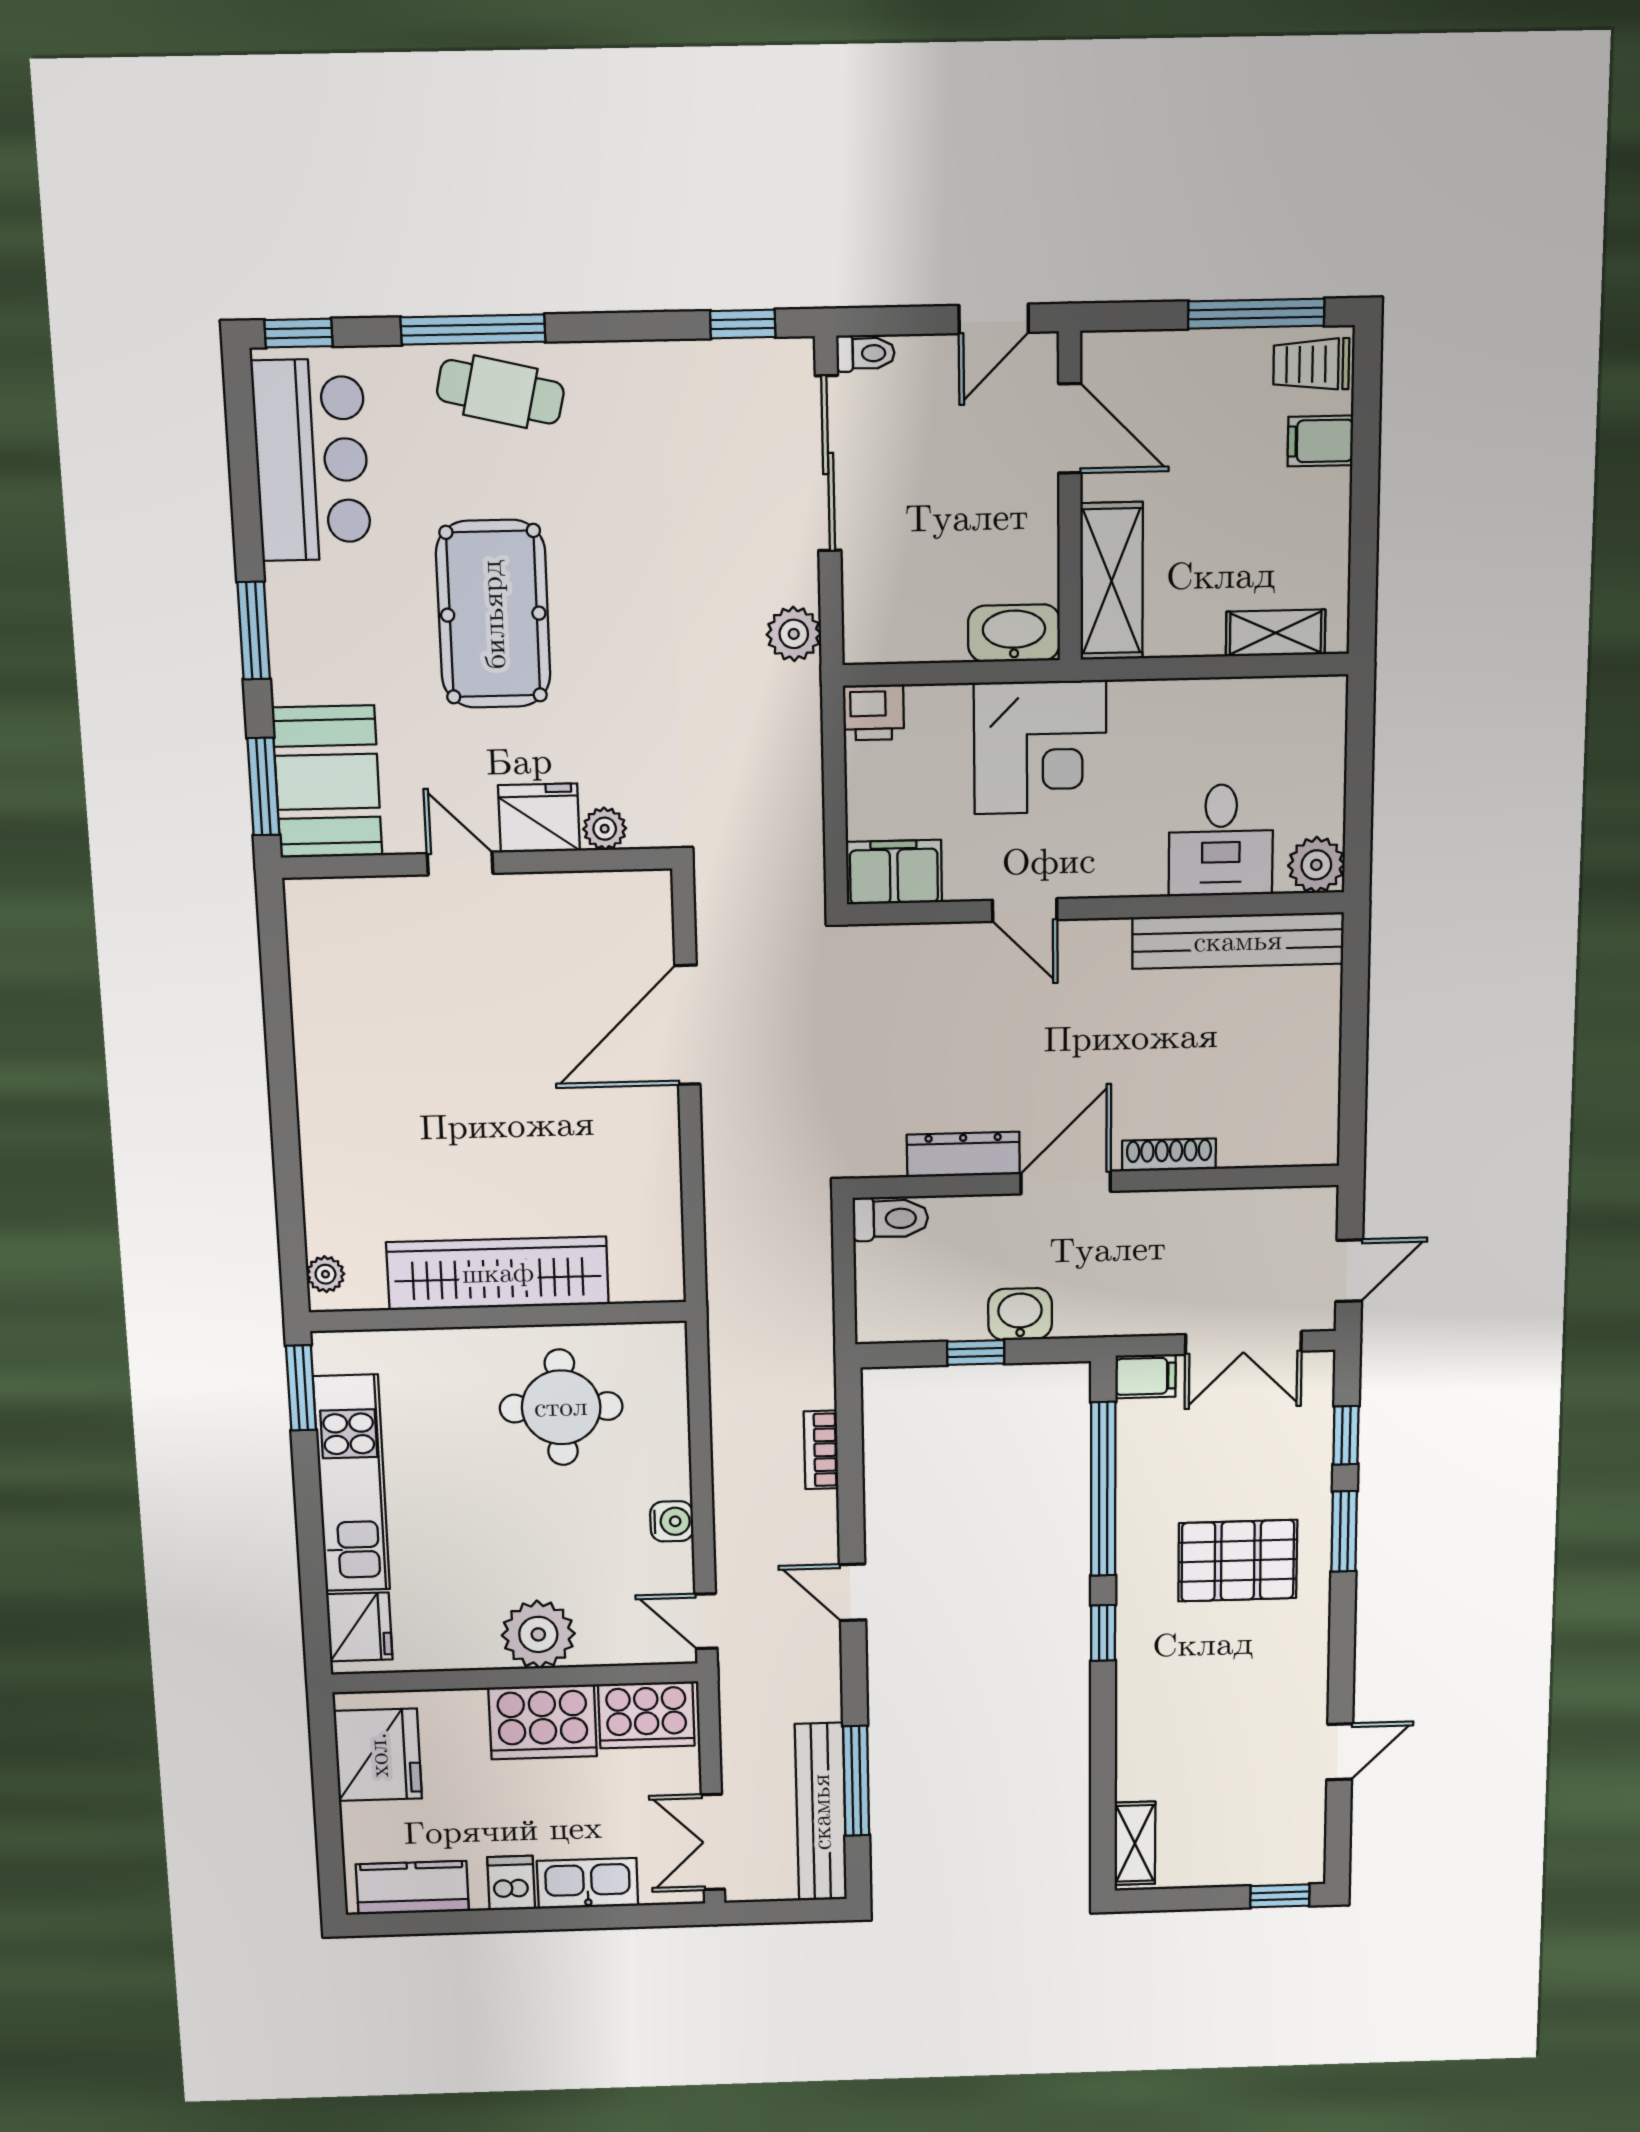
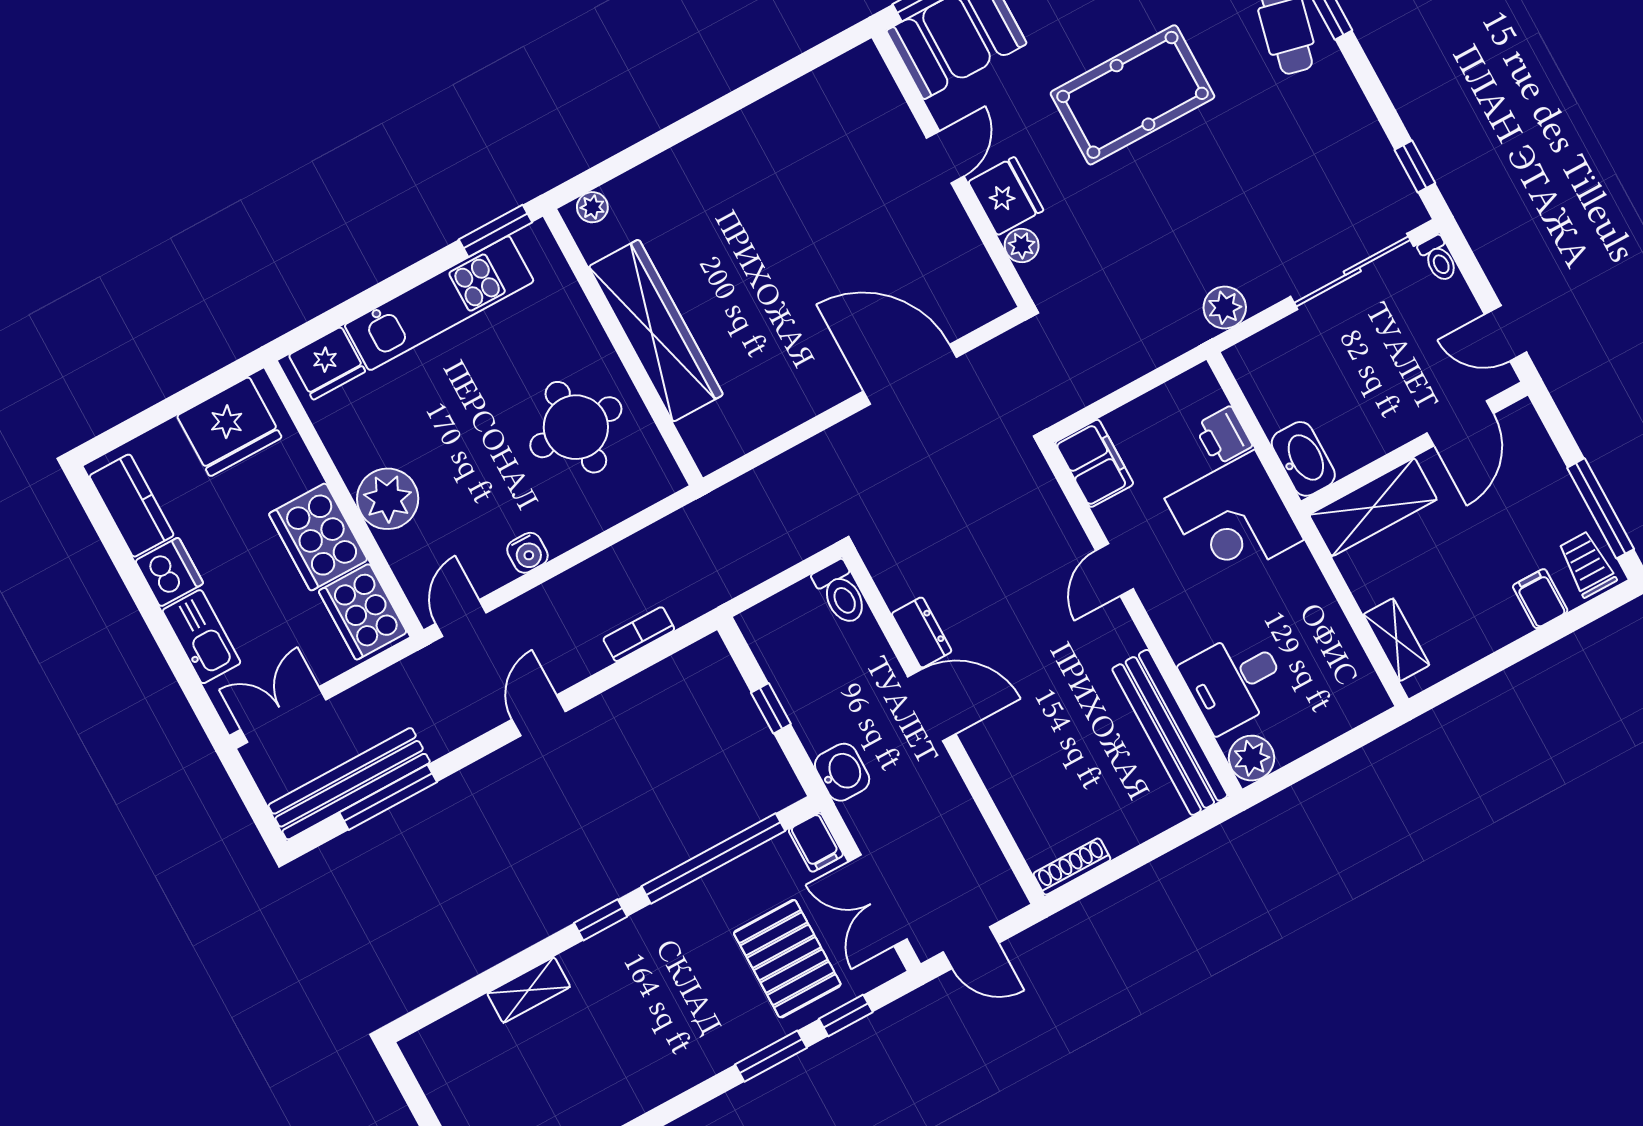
printer: (873, 712) -> (1223, 436), moved
dresser: (963, 1154) -> (922, 632), width x0.70
shoe rack: (1169, 1155) -> (1072, 867), moved, turned -90
washbasin: (1020, 1314) -> (842, 772), moved
pallet: (1238, 1561) -> (787, 959), moved
shelving: (1135, 1843) -> (529, 990), moved
dishwasher: (511, 1883) -> (169, 572), width x1.38

